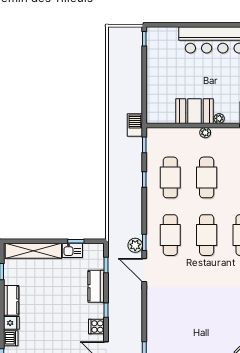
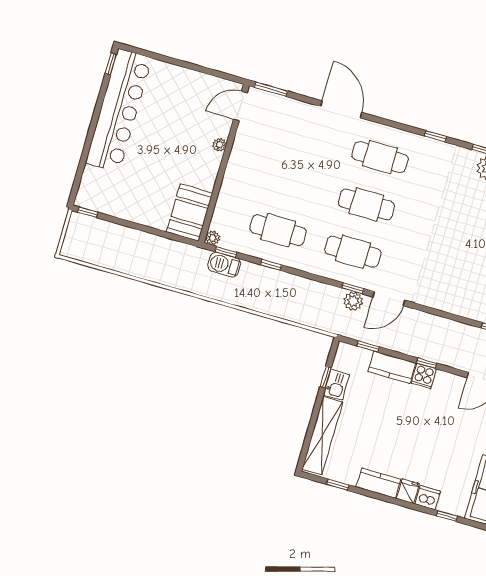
booth: (194, 111) -> (189, 213), moved
barbecue: (135, 125) -> (224, 265), moved
plant: (205, 133) -> (213, 238), moved
cafe table: (207, 177) -> (292, 183), removed
cooker: (96, 327) -> (424, 376), moved

